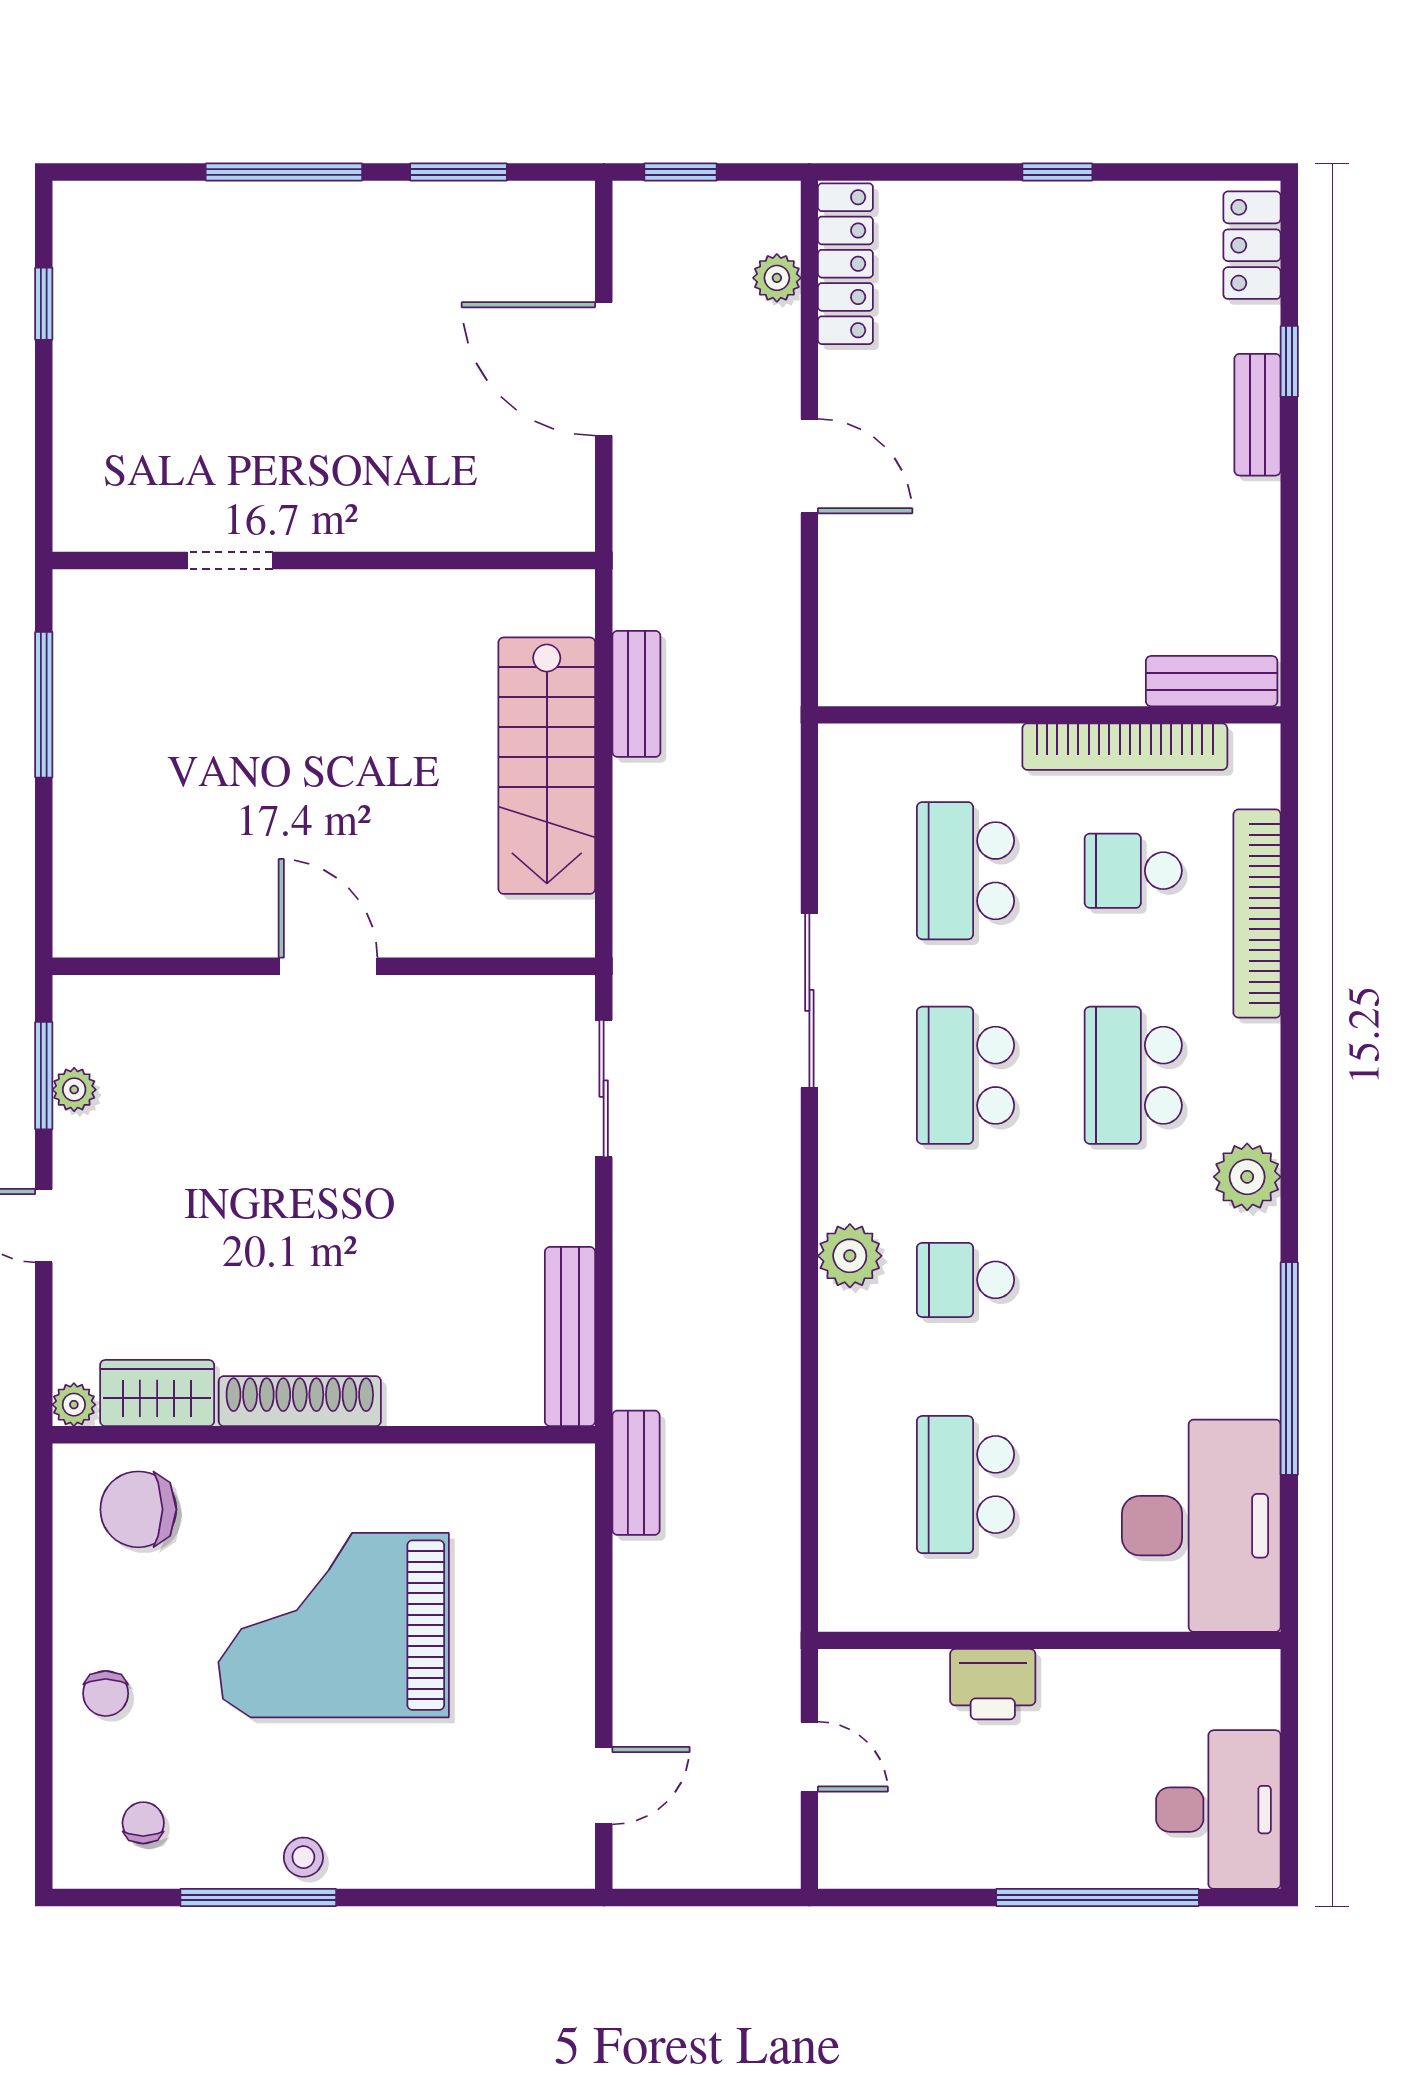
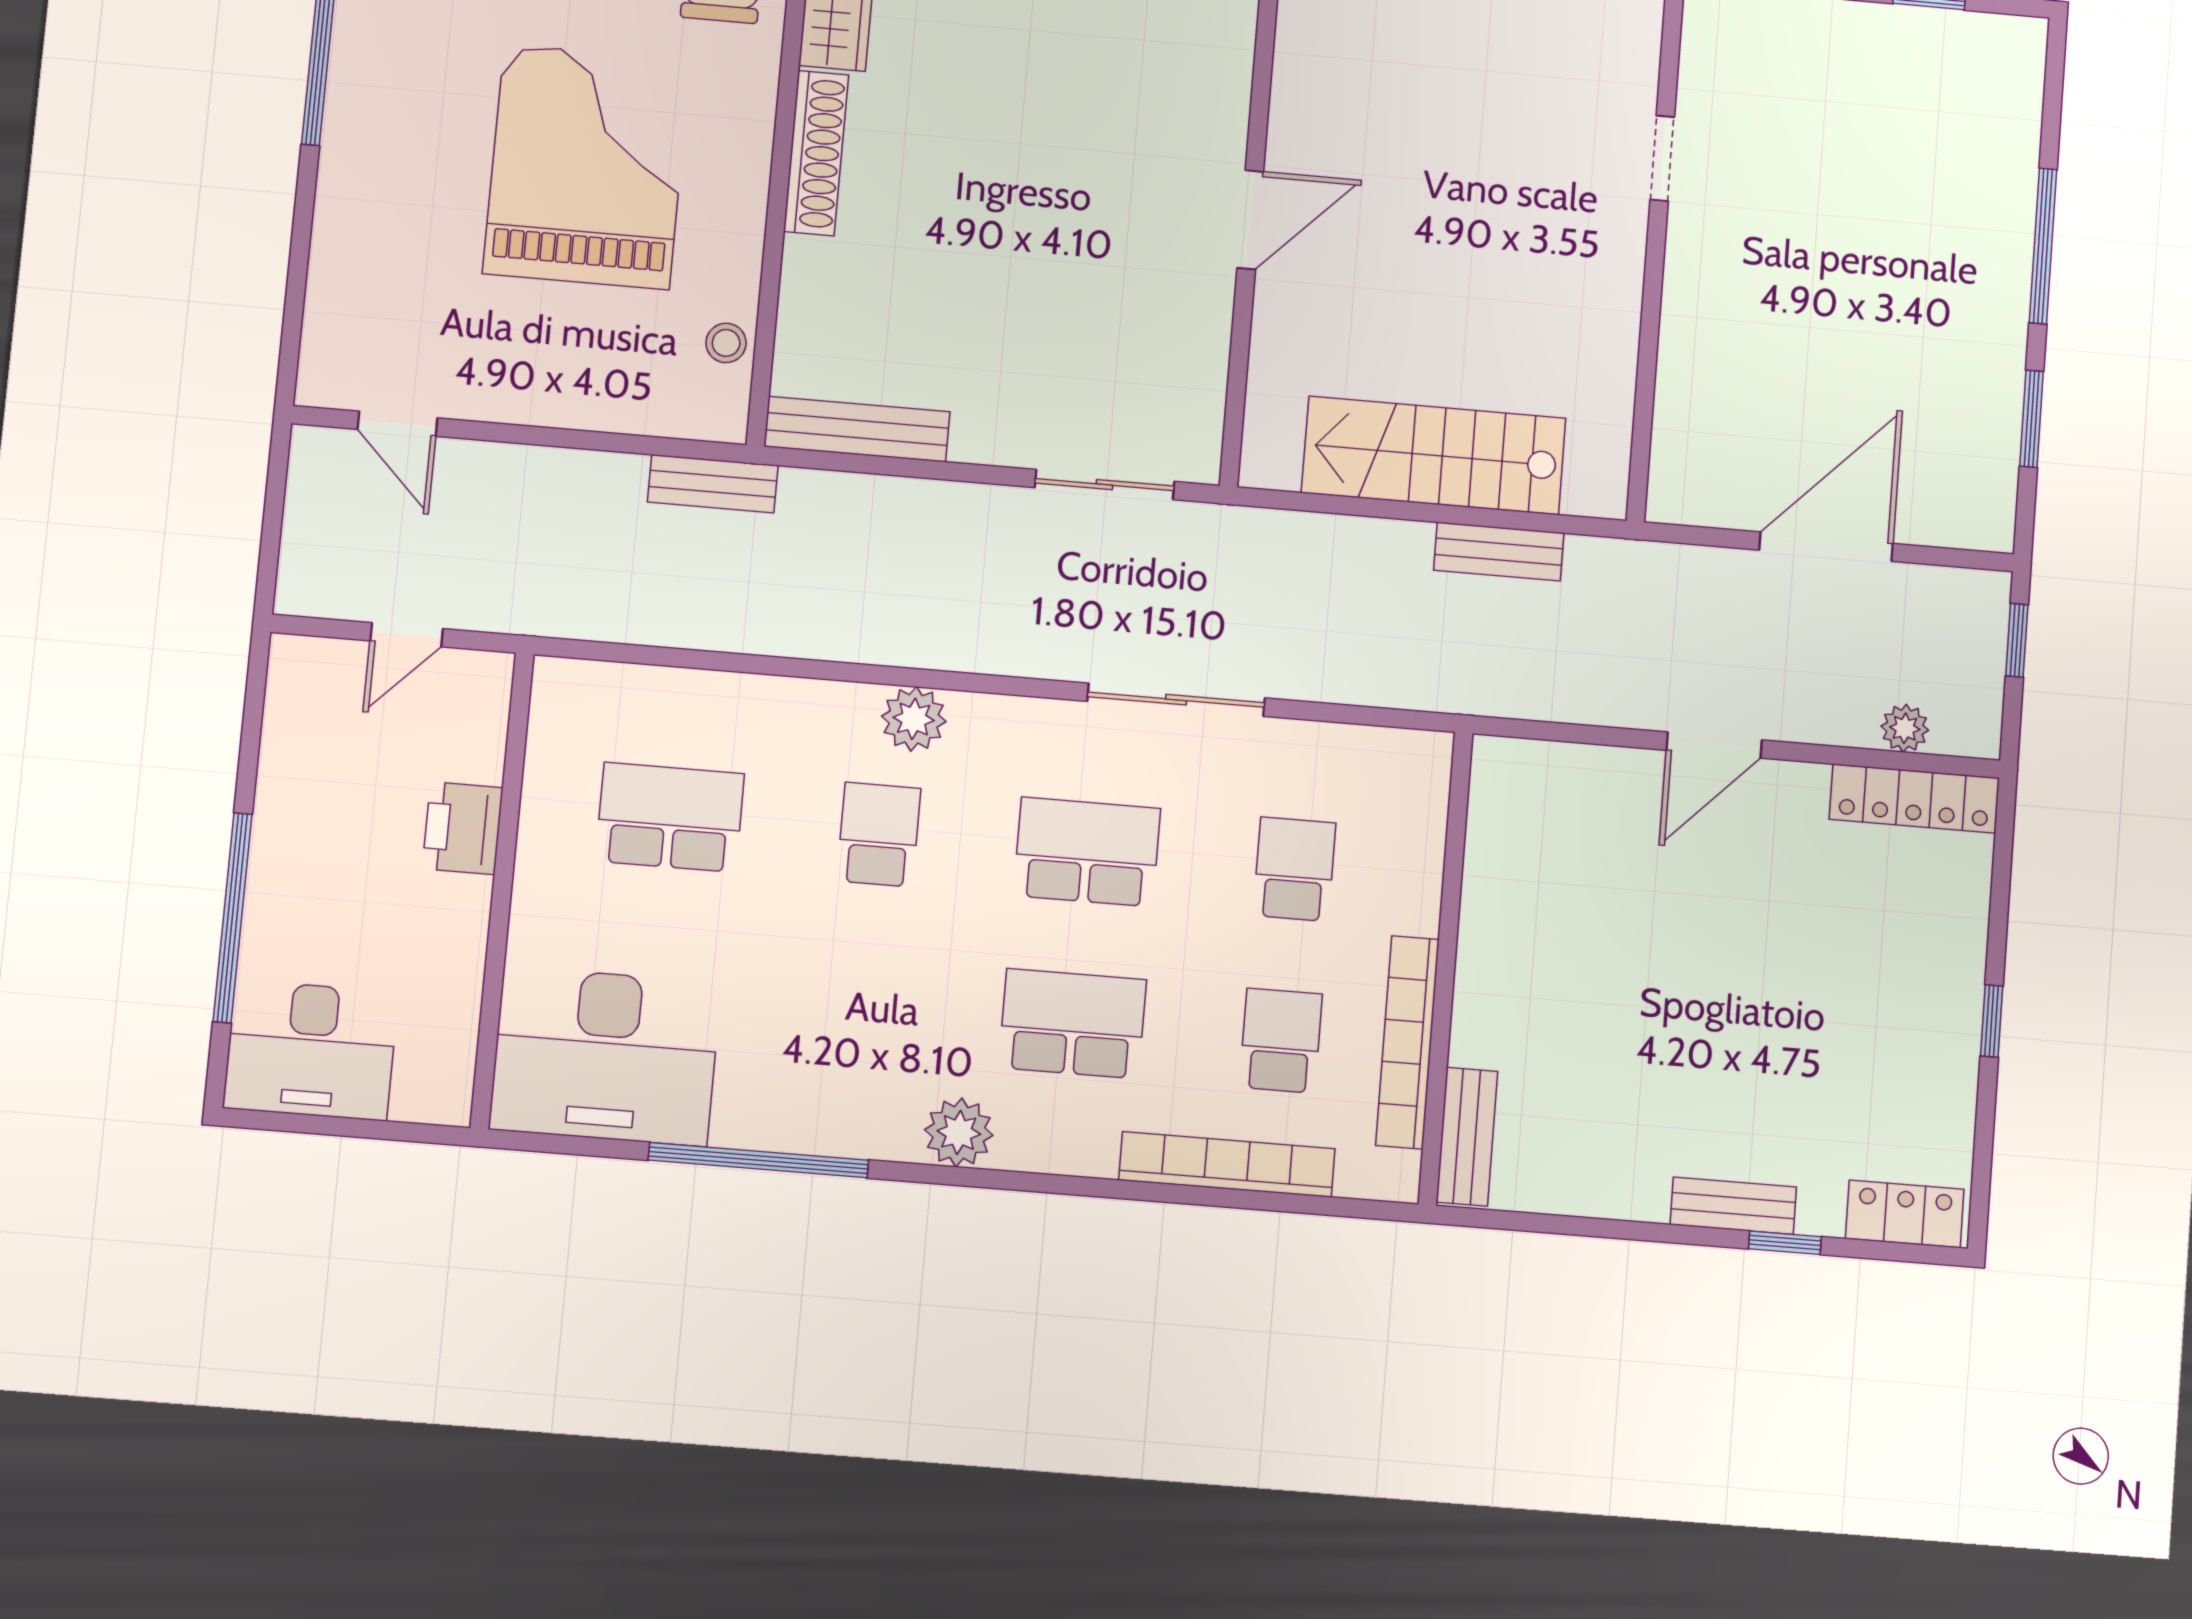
school desk: (965, 871) -> (1294, 869), width x0.54
stool: (303, 1857) -> (726, 343), moved

